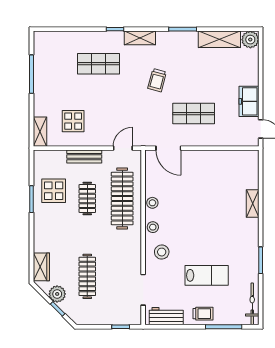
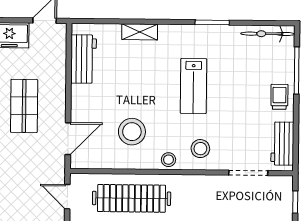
workbench: (231, 160) -> (84, 59), added
stool: (152, 203) -> (132, 132), moved, width x1.89, depth x1.89
lab bench: (207, 275) -> (193, 86), moved, turned 180

